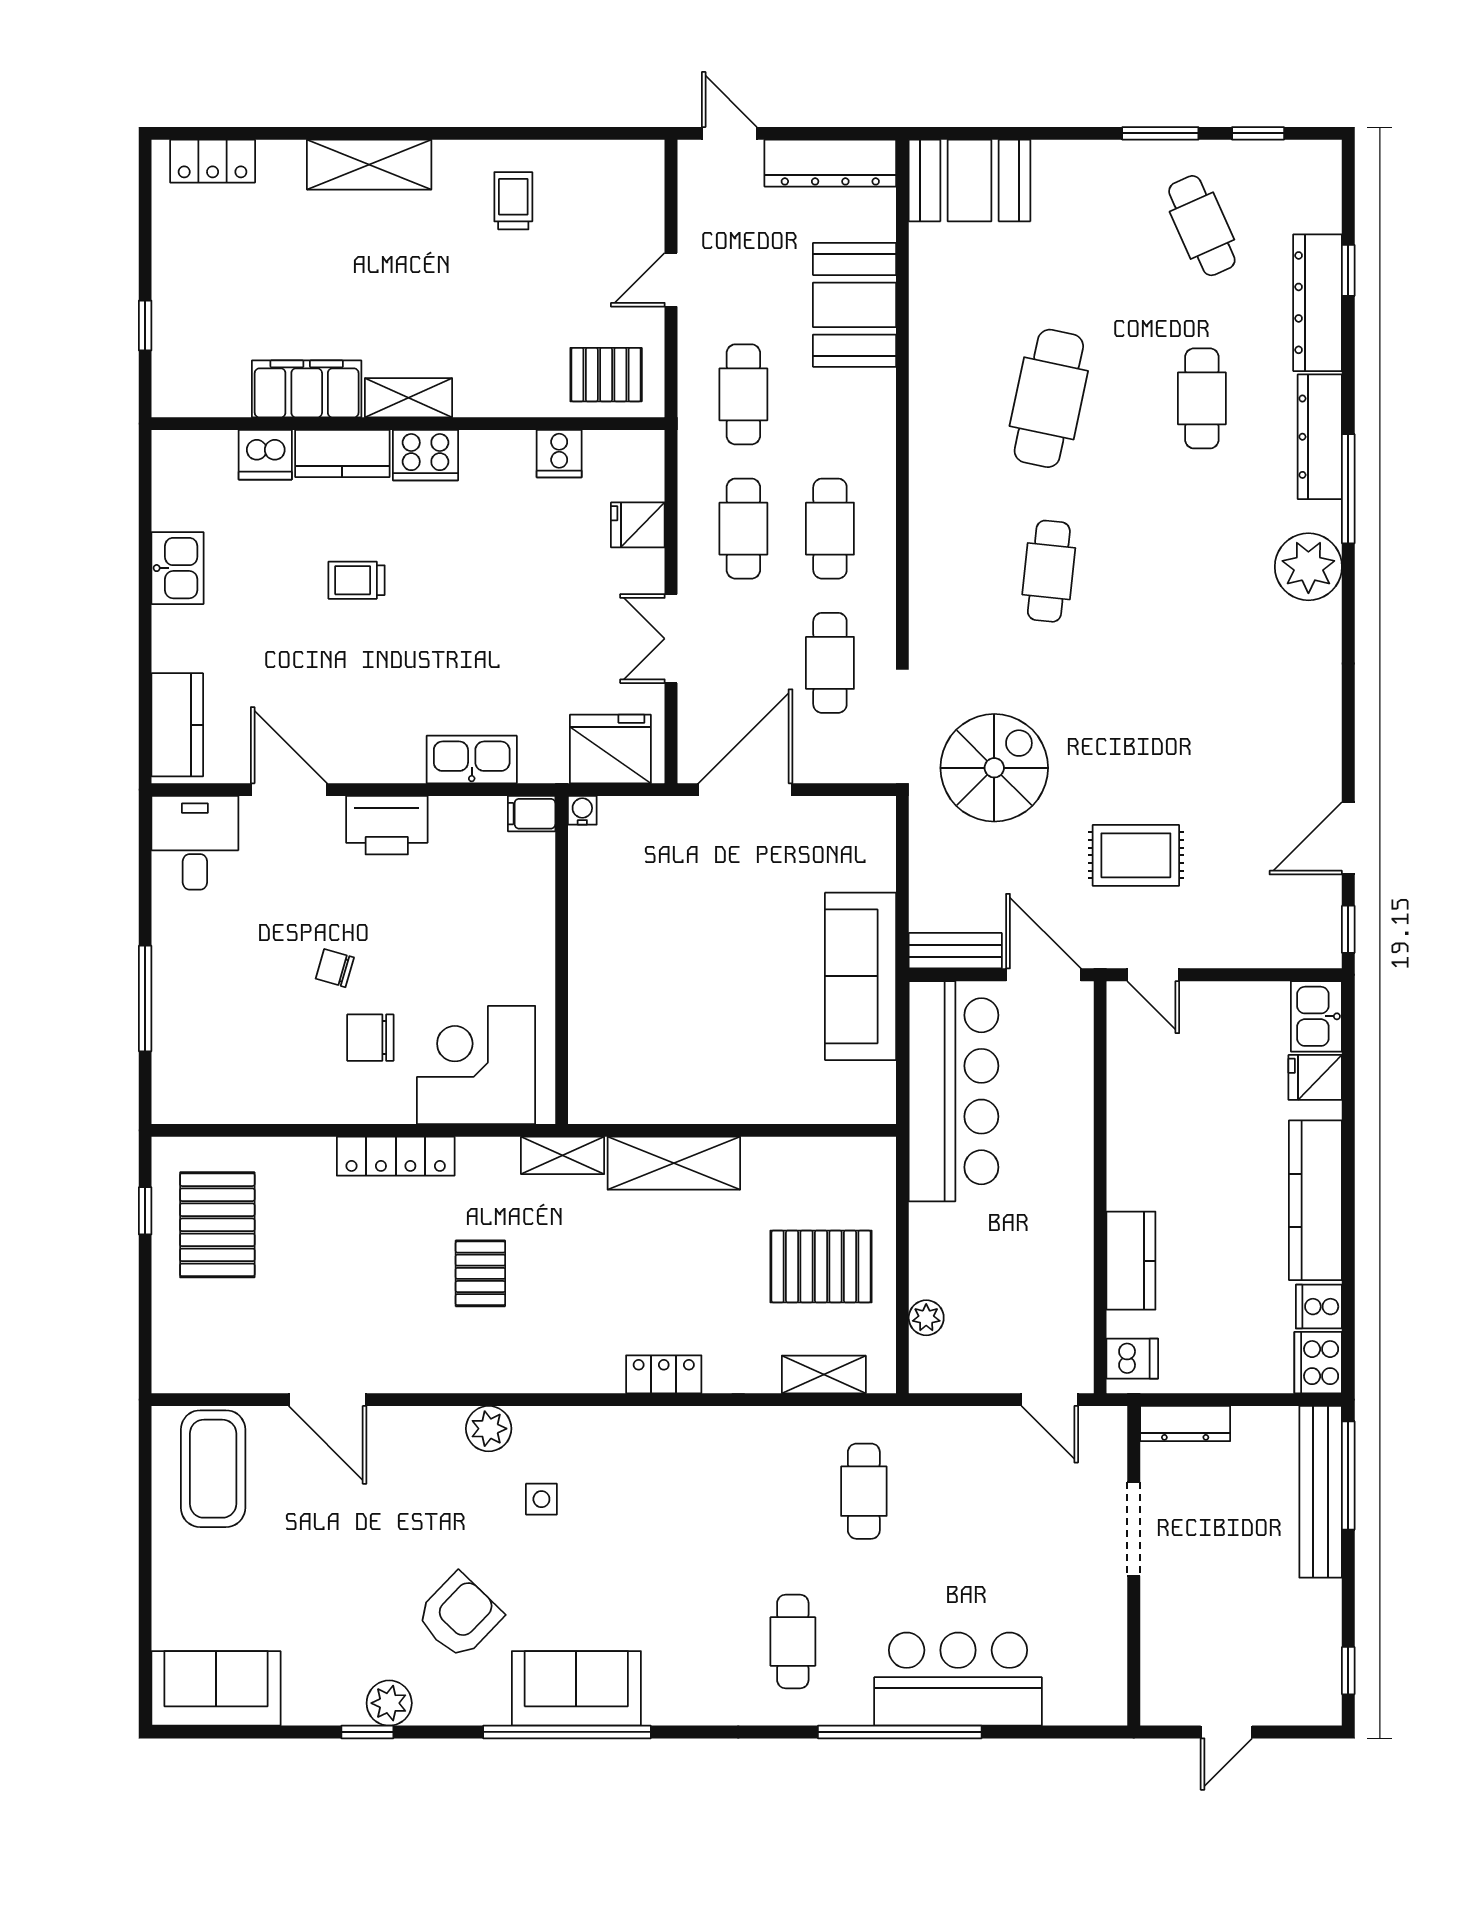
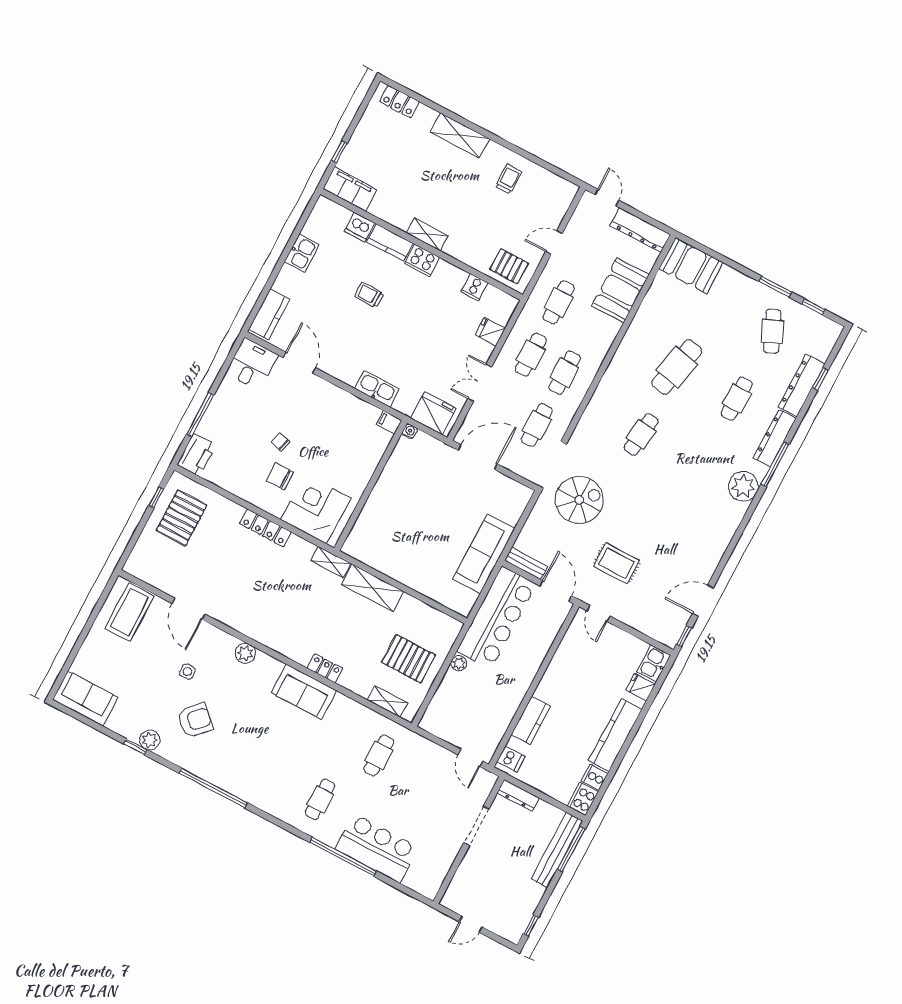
filing cabinet: (307, 389) -> (350, 189), moved
printer: (387, 825) -> (197, 455), moved, turned -90
pallet: (480, 1273) -> (274, 591), removed
plant: (926, 1318) -> (459, 663), moved
side table: (541, 1499) -> (187, 672), moved
sofa: (576, 1688) -> (304, 692), moved, turned 180

